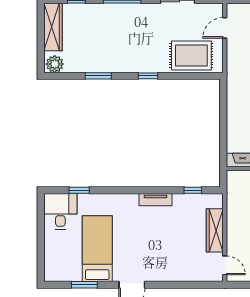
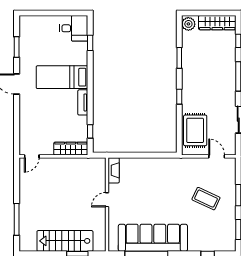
wardrobe: (215, 230) -> (71, 149), moved
bed: (97, 249) -> (62, 77), moved, turned 180

